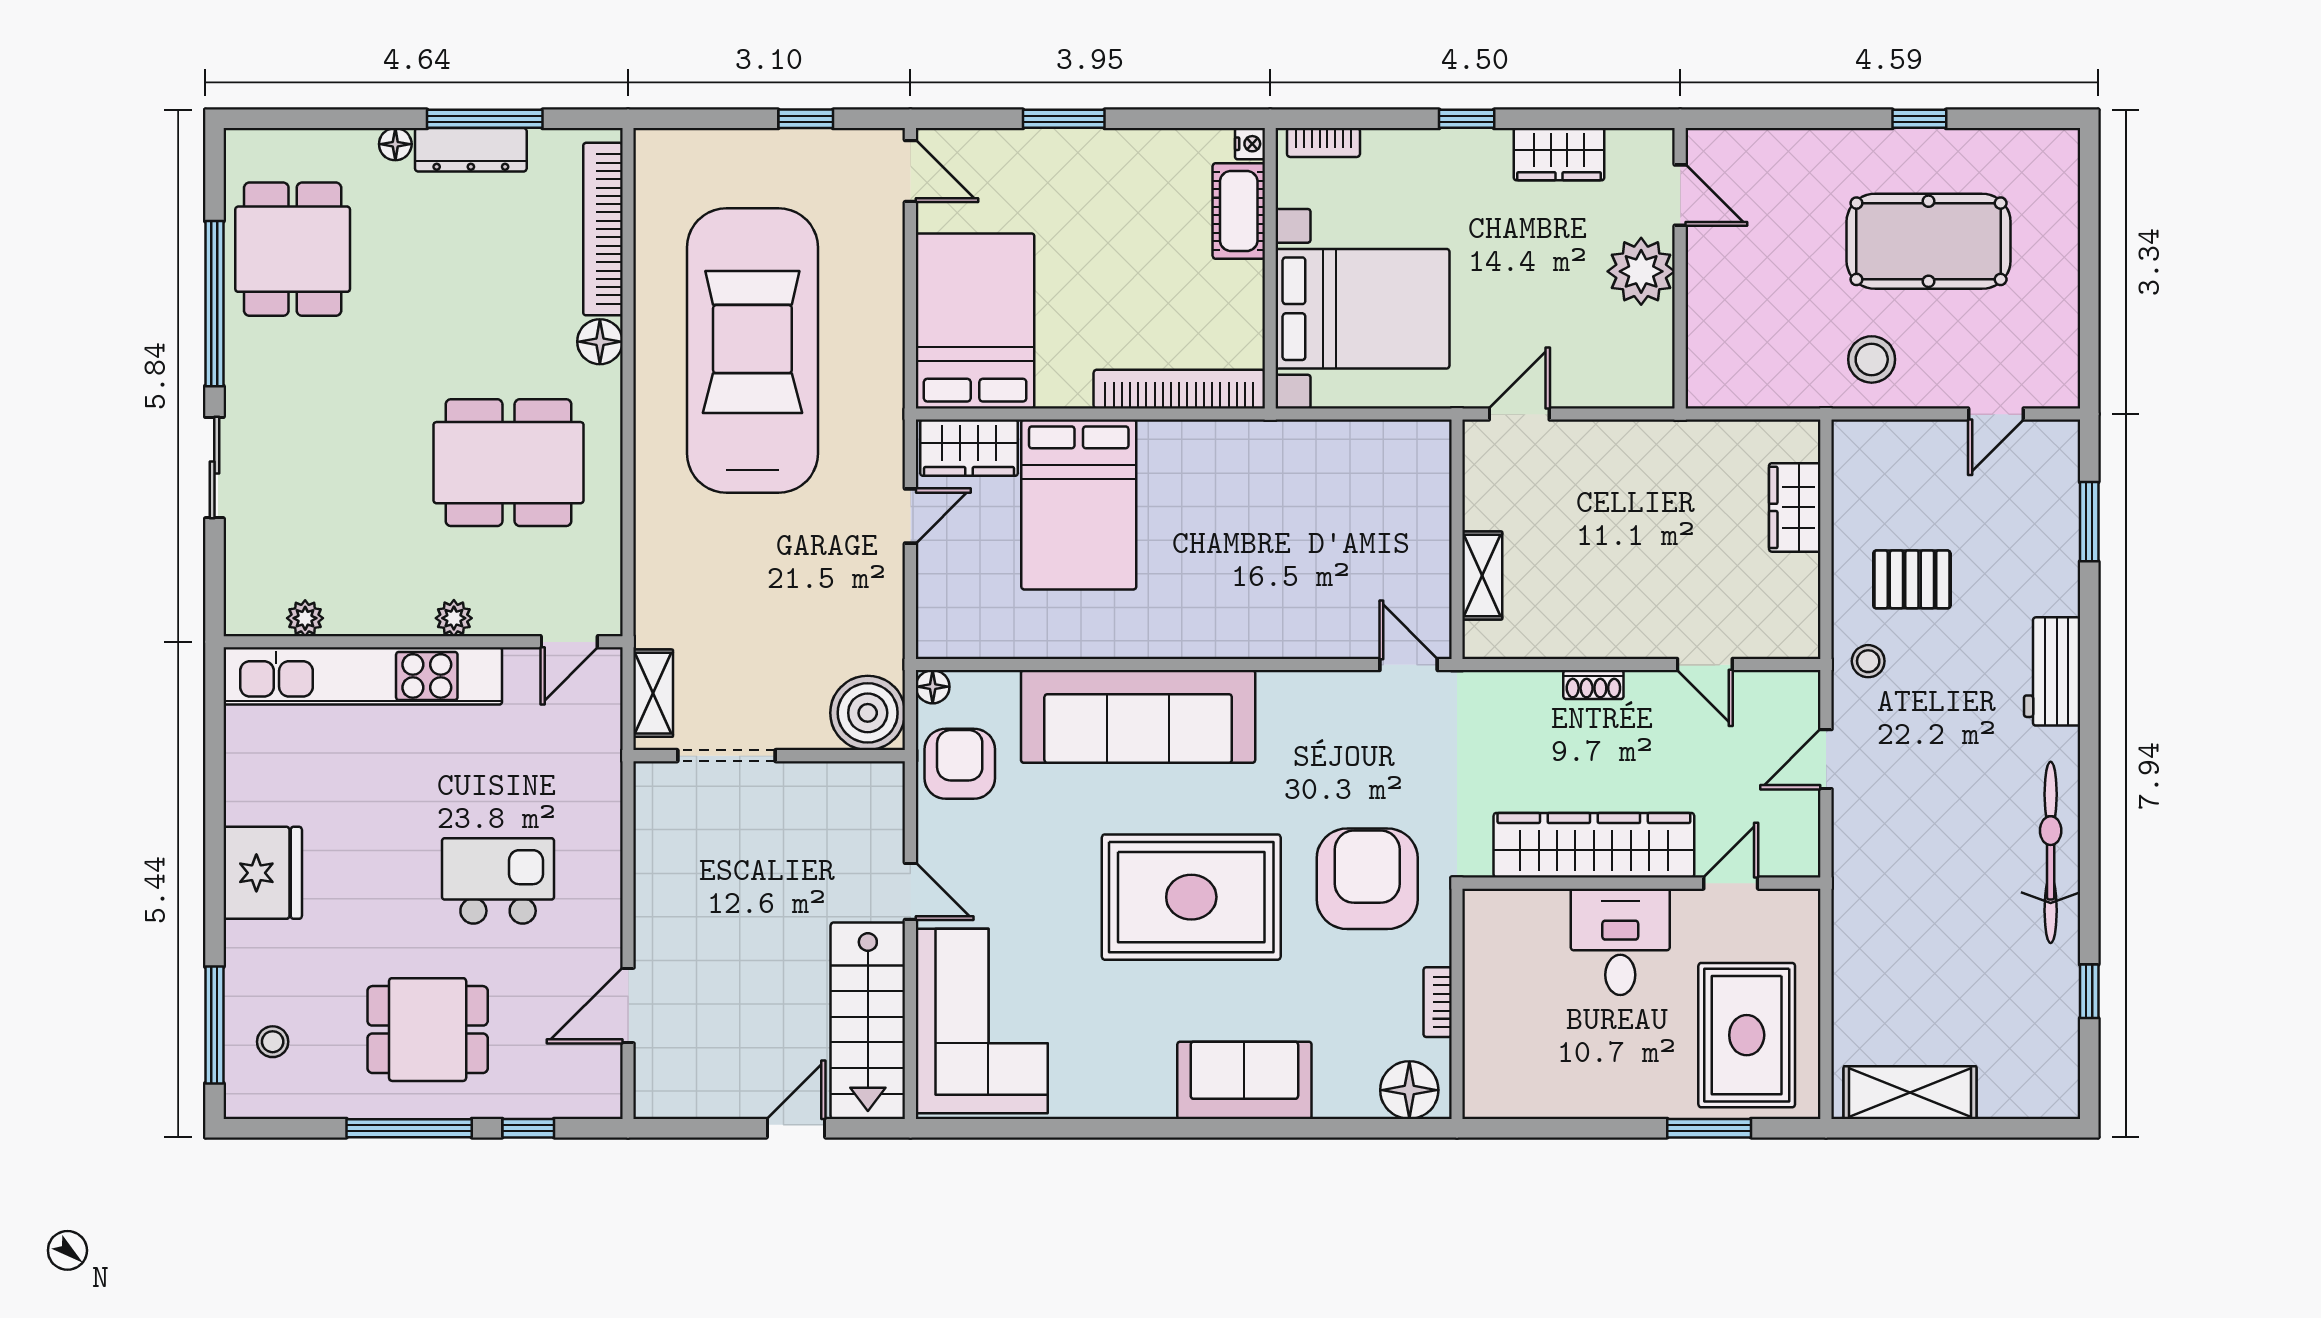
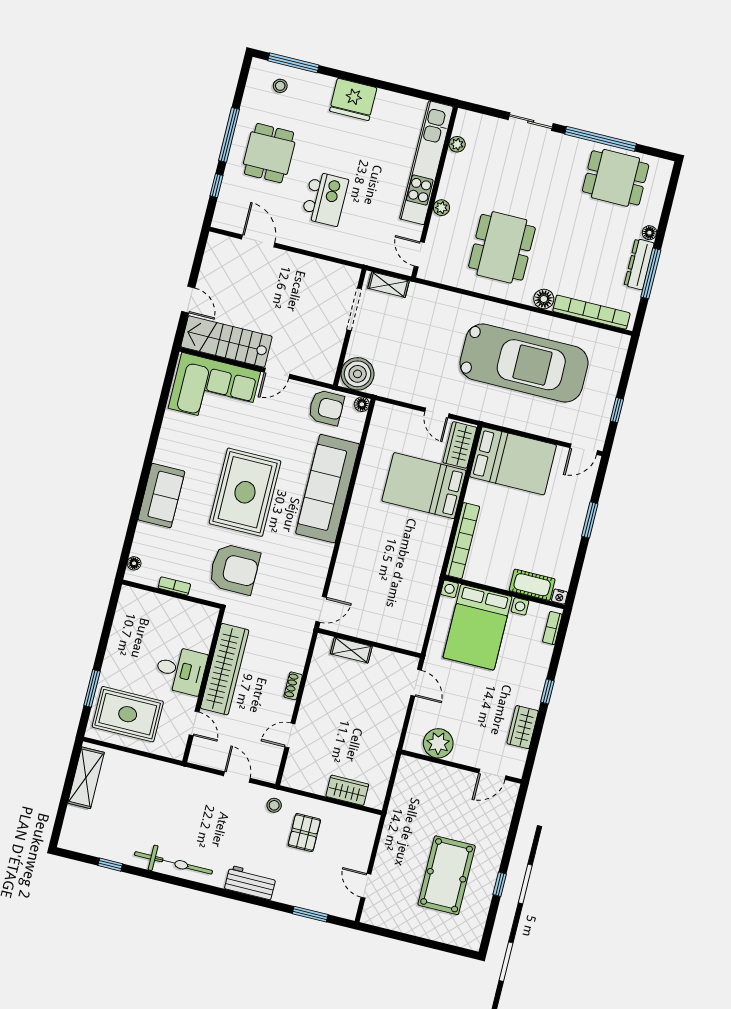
plant: (1641, 271) -> (438, 743), moved
stool: (1872, 359) -> (402, 839), removed
floor lamp: (1409, 1090) -> (134, 563), width x0.53, depth x0.53

